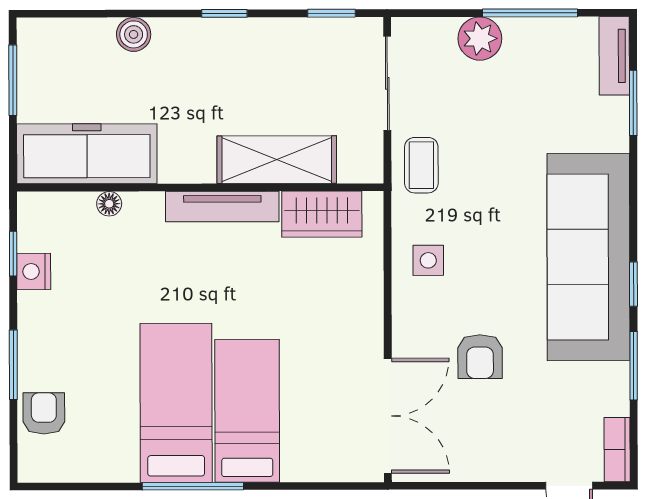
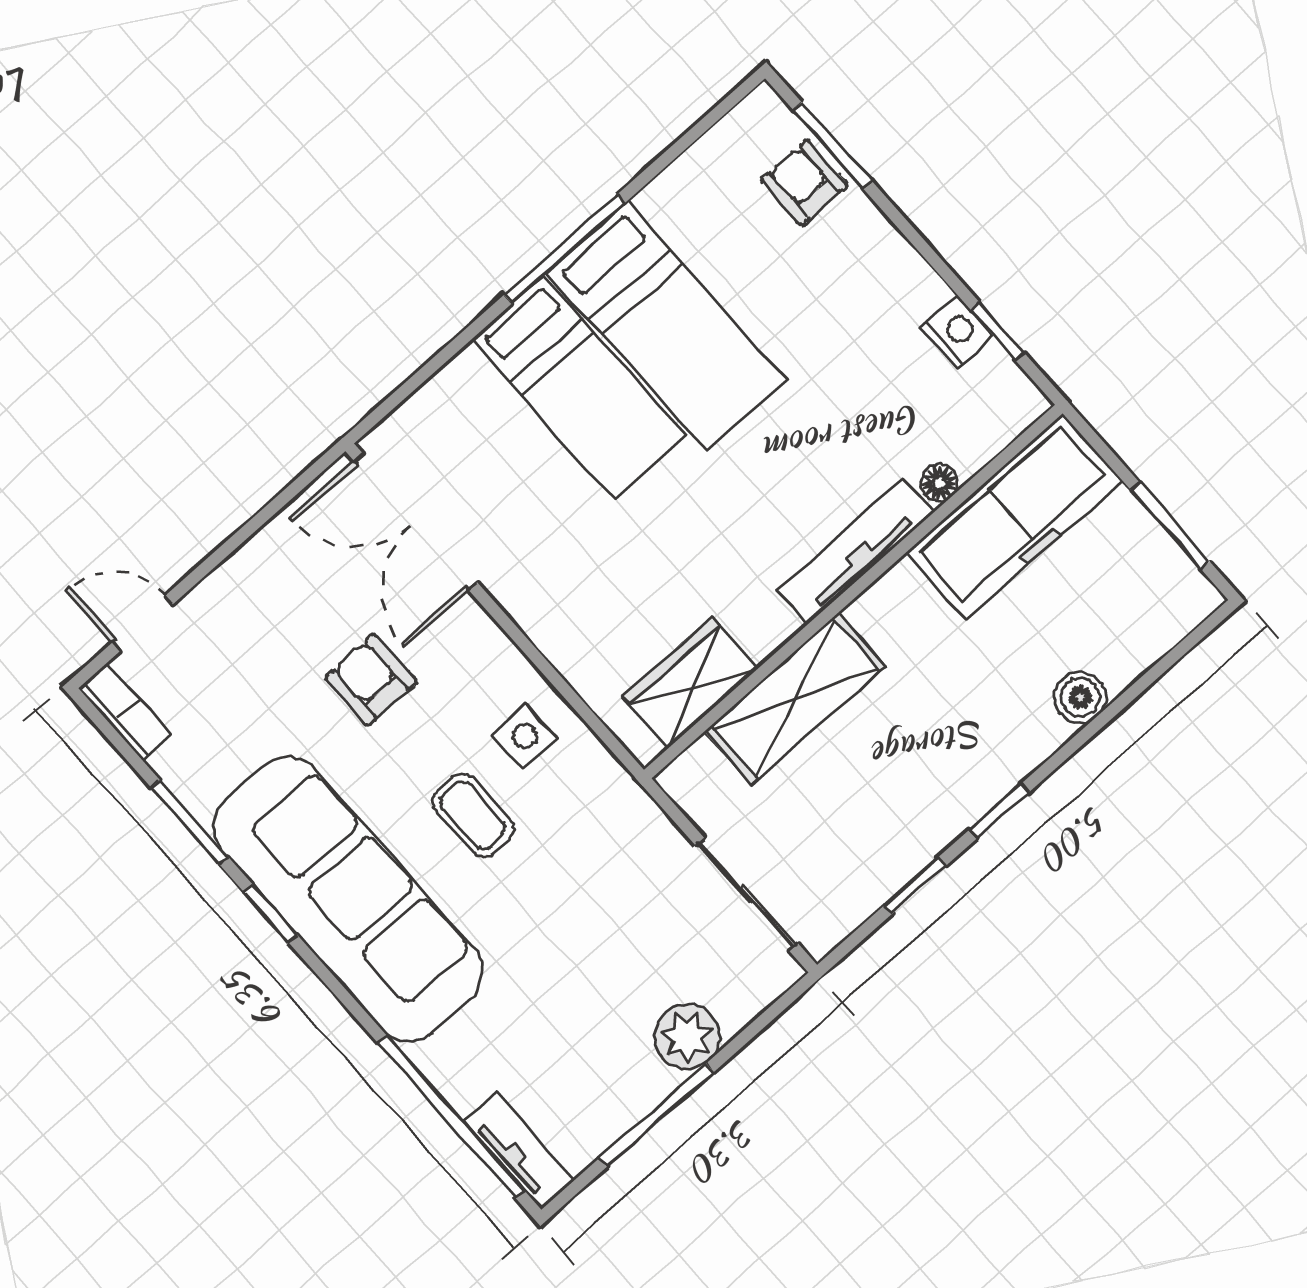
window: (331, 13) -> (915, 886), moved
window: (633, 103) -> (451, 1117), width x2.11
coffee table: (421, 165) -> (473, 815), moved
tv unit: (222, 207) -> (856, 551), moved
window: (13, 365) -> (832, 145), moved
armchair: (44, 413) -> (804, 183), turned 180

